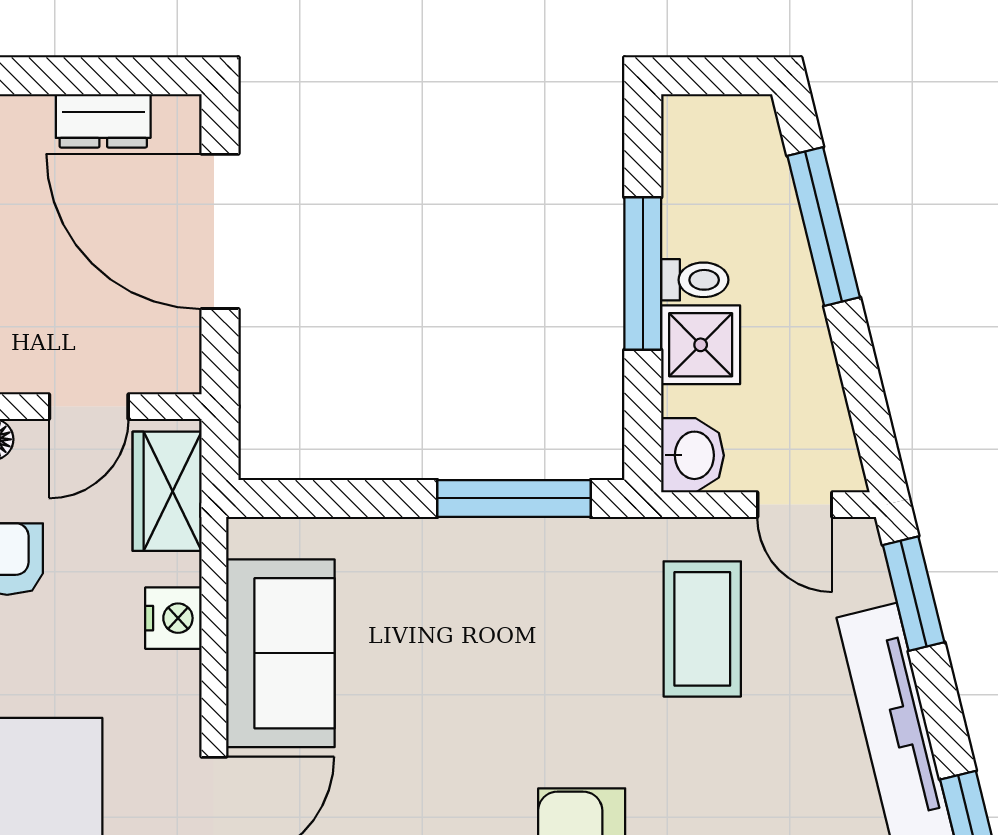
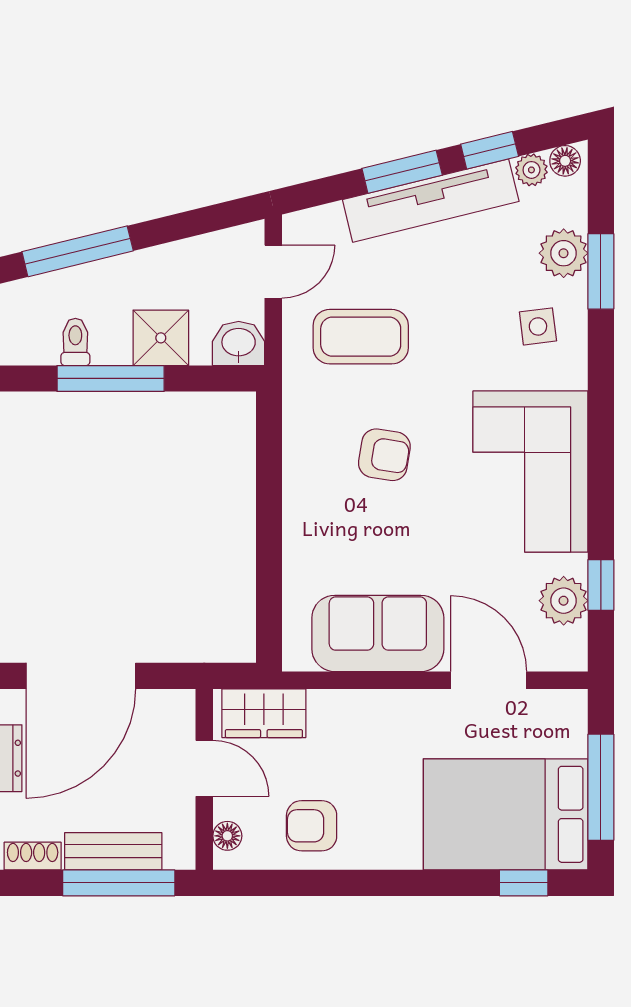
toilet: (695, 280) -> (75, 342), moved
window: (514, 498) -> (269, 469), removed
window: (914, 594) -> (402, 172), moved
nightstand: (173, 618) -> (353, 709), removed
armchair: (534, 663) -> (384, 455), added

